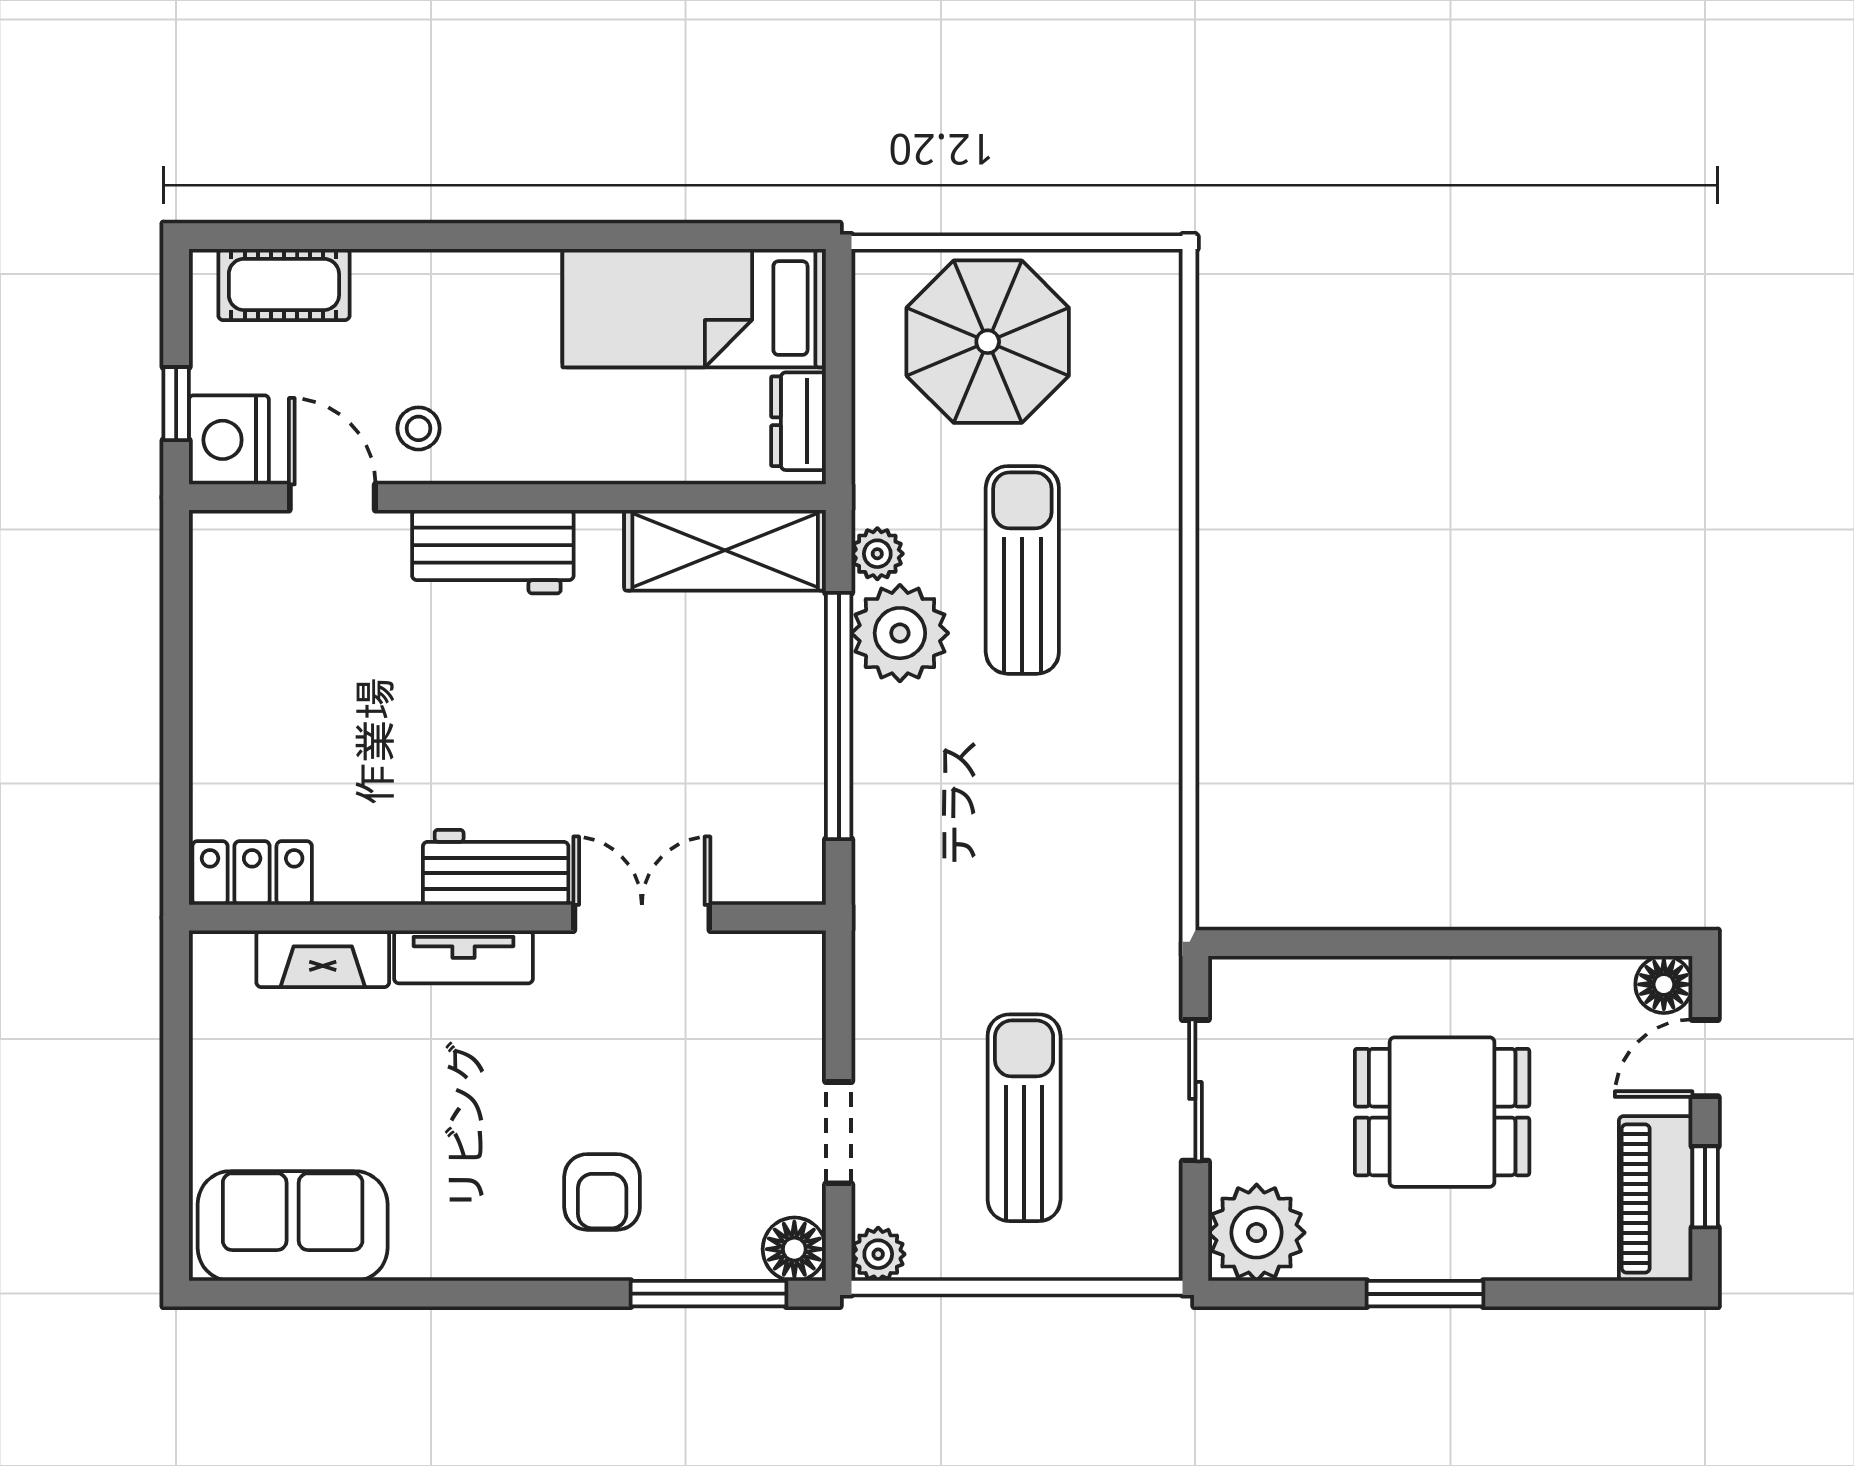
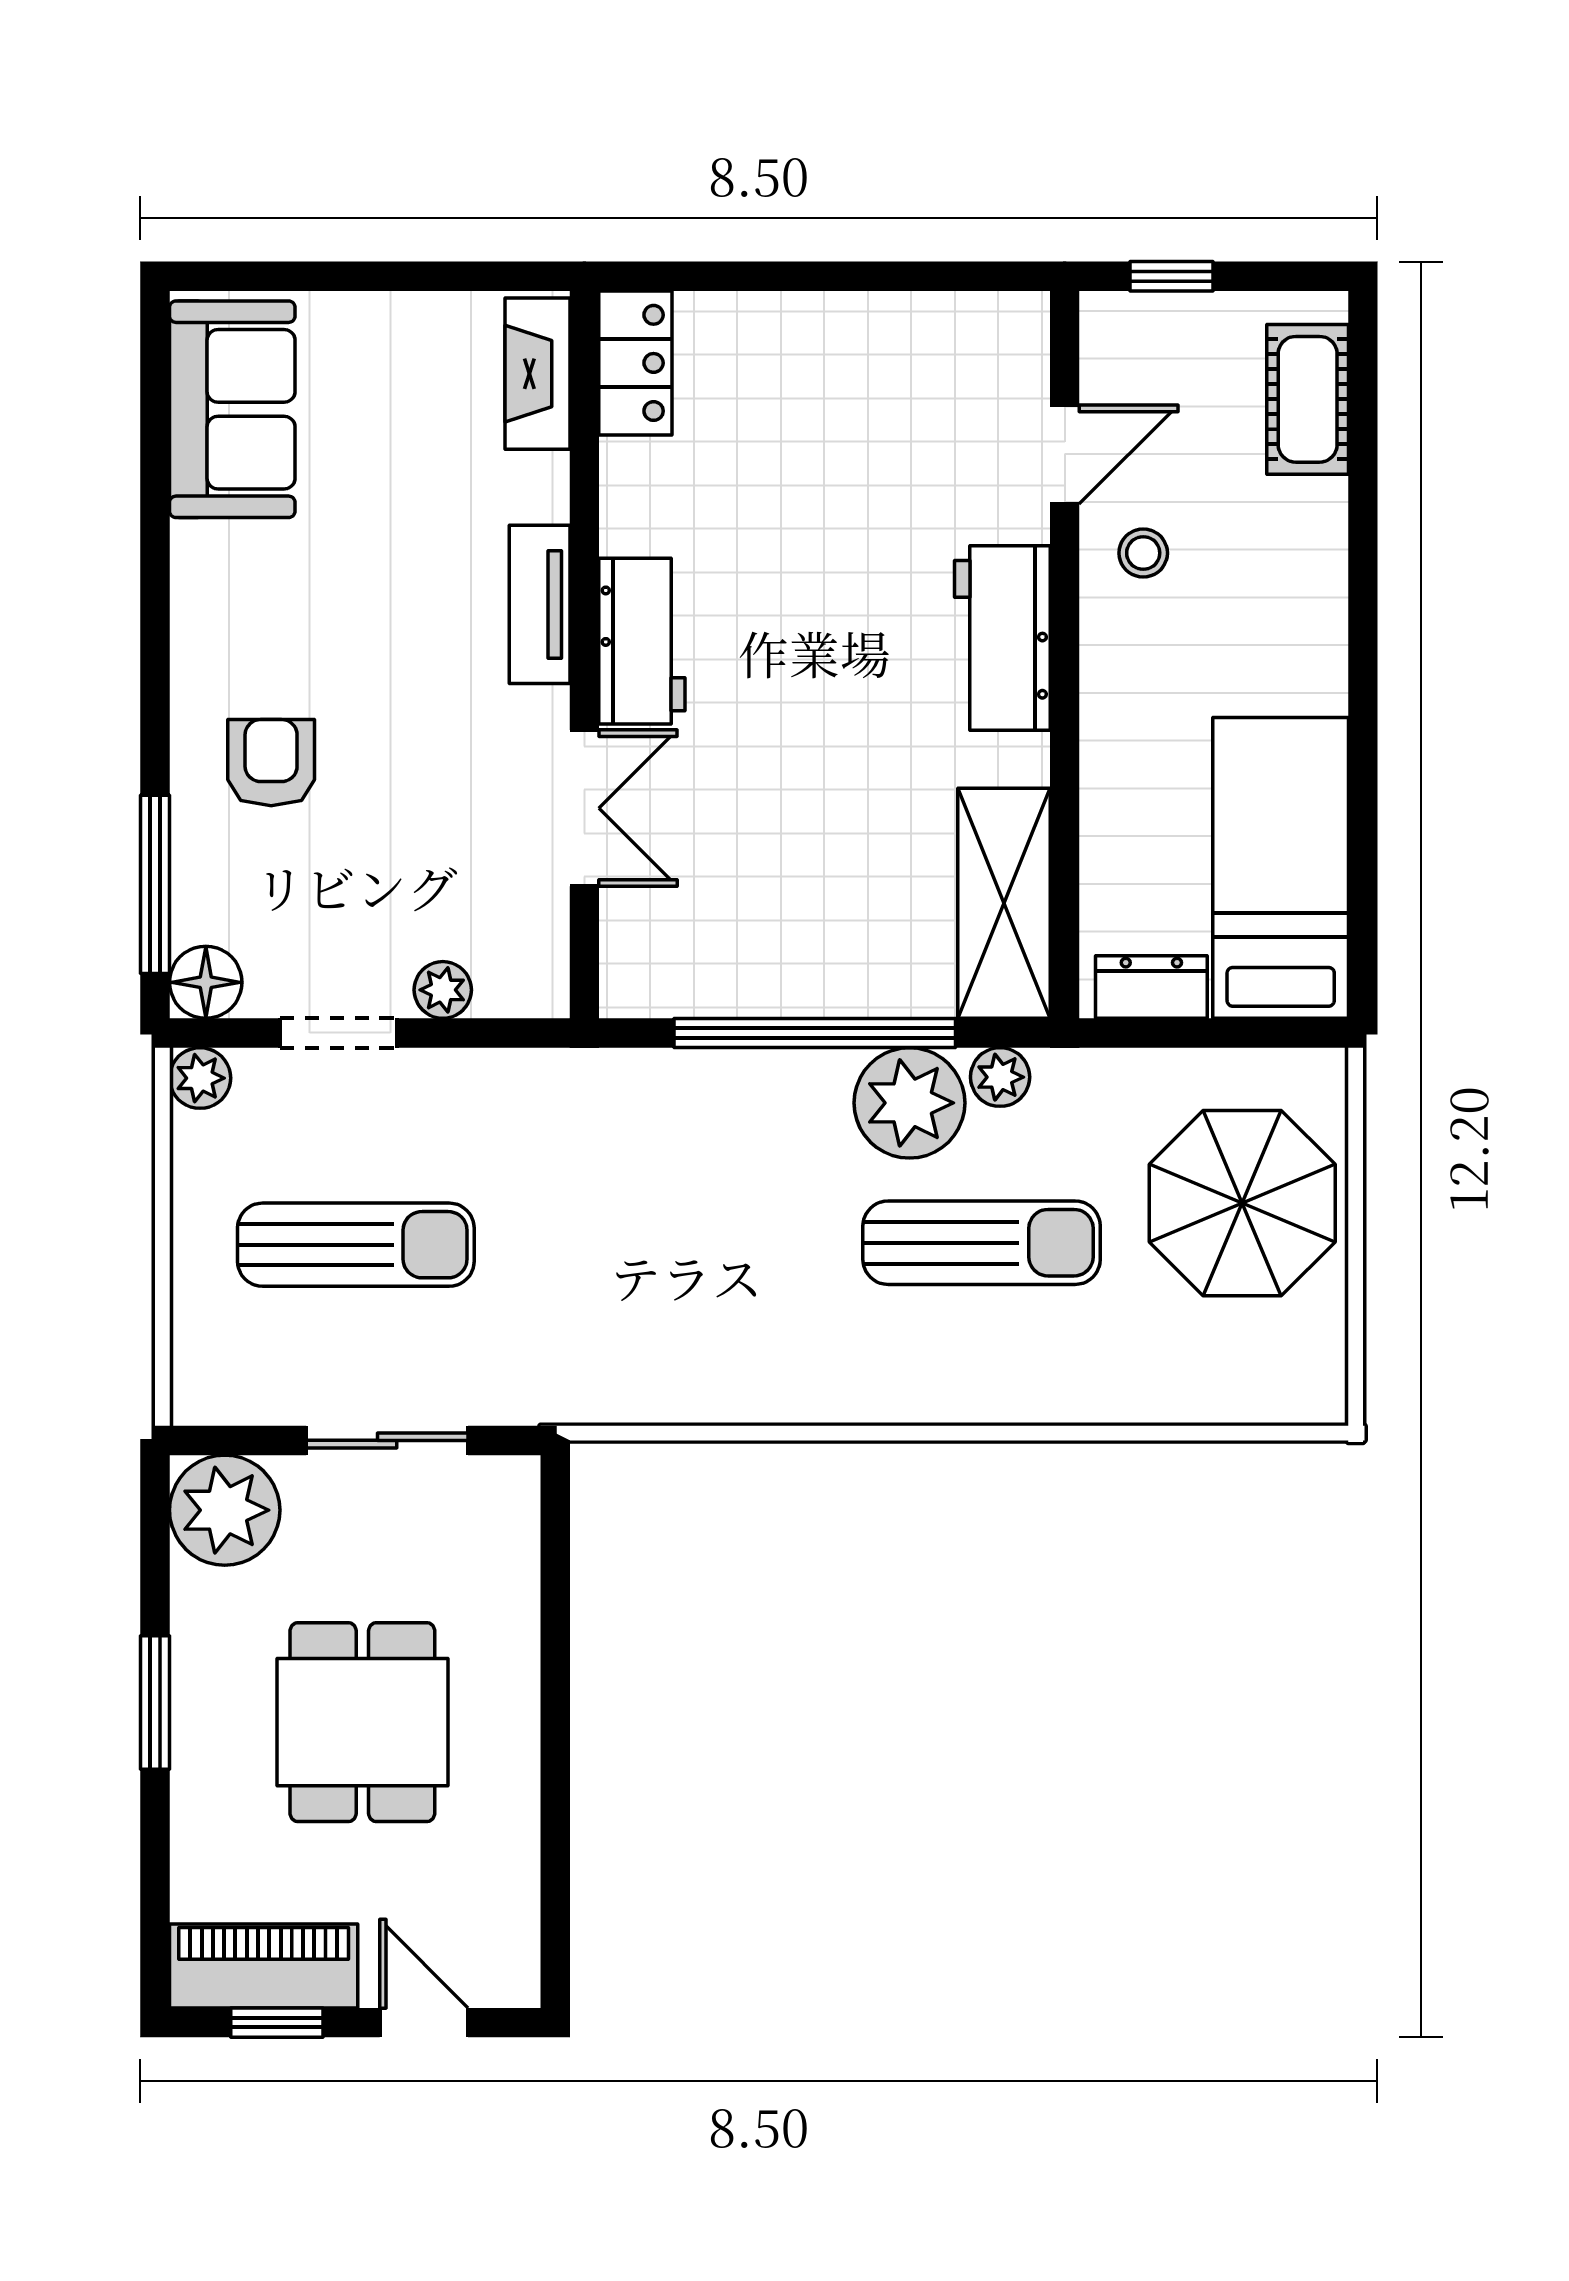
nightstand: (229, 440) -> (1130, 336), removed
fireplace: (323, 959) -> (537, 374), moved
floor lamp: (1664, 984) -> (508, 1975), removed
plant: (801, 1042) -> (443, 990), added
armchair: (602, 1192) -> (271, 763), turned 90

